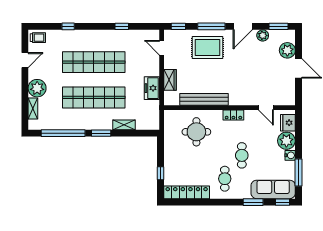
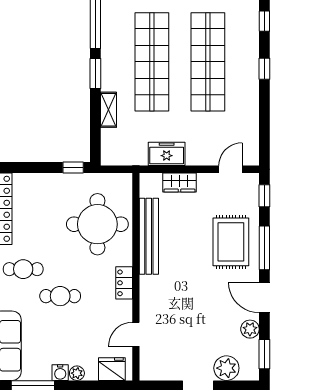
window: (122, 26) -> (264, 69), moved
round table: (196, 132) -> (97, 224), width x1.36, depth x1.36
plant: (286, 141) -> (77, 373), width x0.53, depth x0.53
window: (161, 173) -> (73, 168), moved

